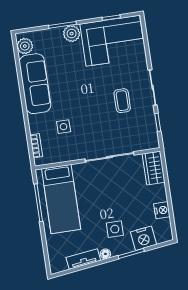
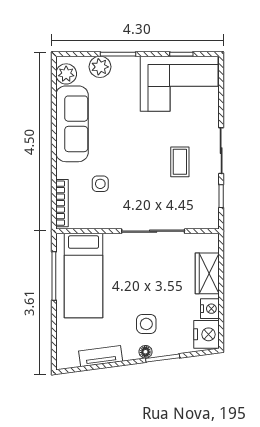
plant: (72, 34) -> (100, 67), moved
bookcase: (36, 146) -> (62, 203), width x1.56
wardrobe: (154, 168) -> (207, 273), moved
nightstand: (143, 238) -> (206, 334), moved, turned -82
floor lamp: (105, 254) -> (145, 352), moved

